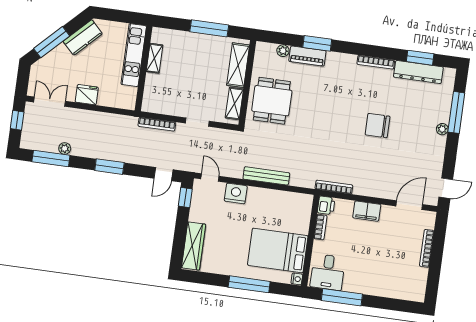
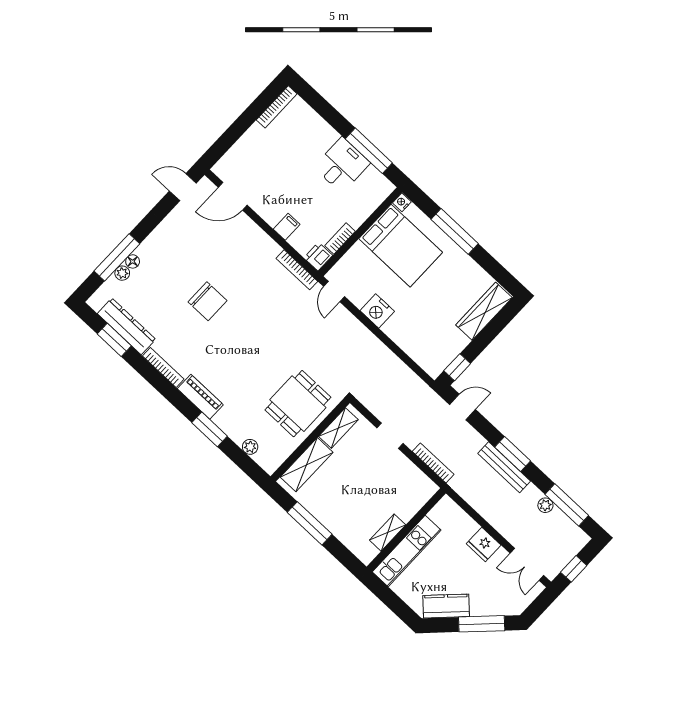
piano: (307, 56) -> (200, 397), moved
floor lamp: (444, 117) -> (133, 261), added
plant: (442, 129) -> (122, 273), moved
bench: (266, 176) -> (504, 467), moved
door: (210, 178) -> (334, 292), moved
nightstand: (236, 193) -> (377, 311), moved
filing cabinet: (367, 211) -> (287, 227), width x0.50
bookcase: (427, 248) -> (277, 107), moved
desk: (328, 272) -> (342, 165), moved

